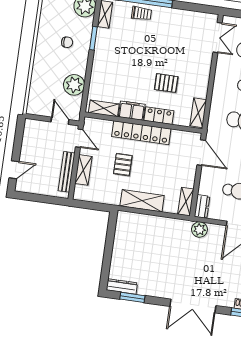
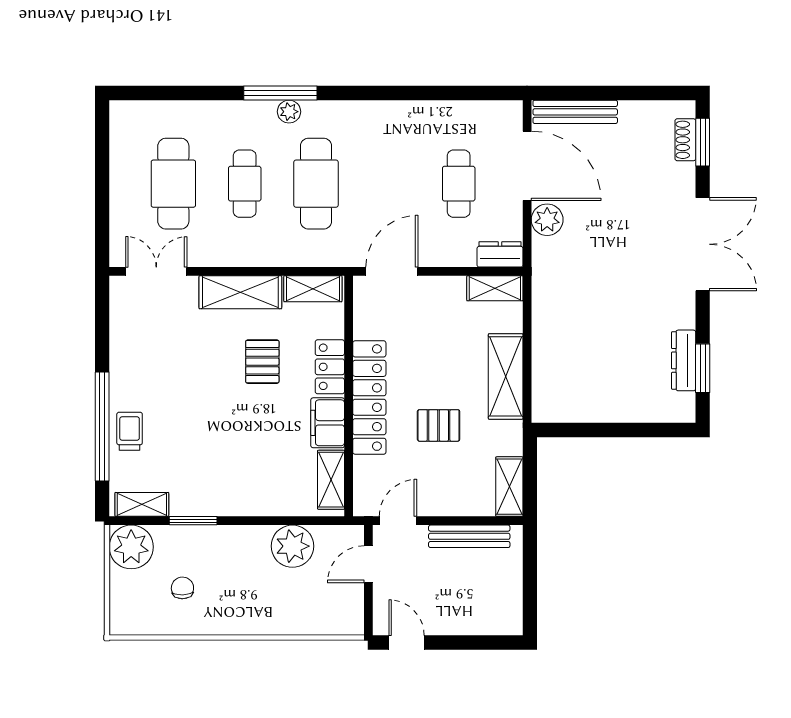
chair: (67, 42) -> (182, 588), moved
shelving: (202, 77) -> (240, 292), added
door: (14, 170) -> (406, 643), moved
shelving: (83, 170) -> (509, 487), moved, turned 90
plant: (199, 230) -> (547, 220), moved
dresser: (122, 286) -> (684, 360), moved

